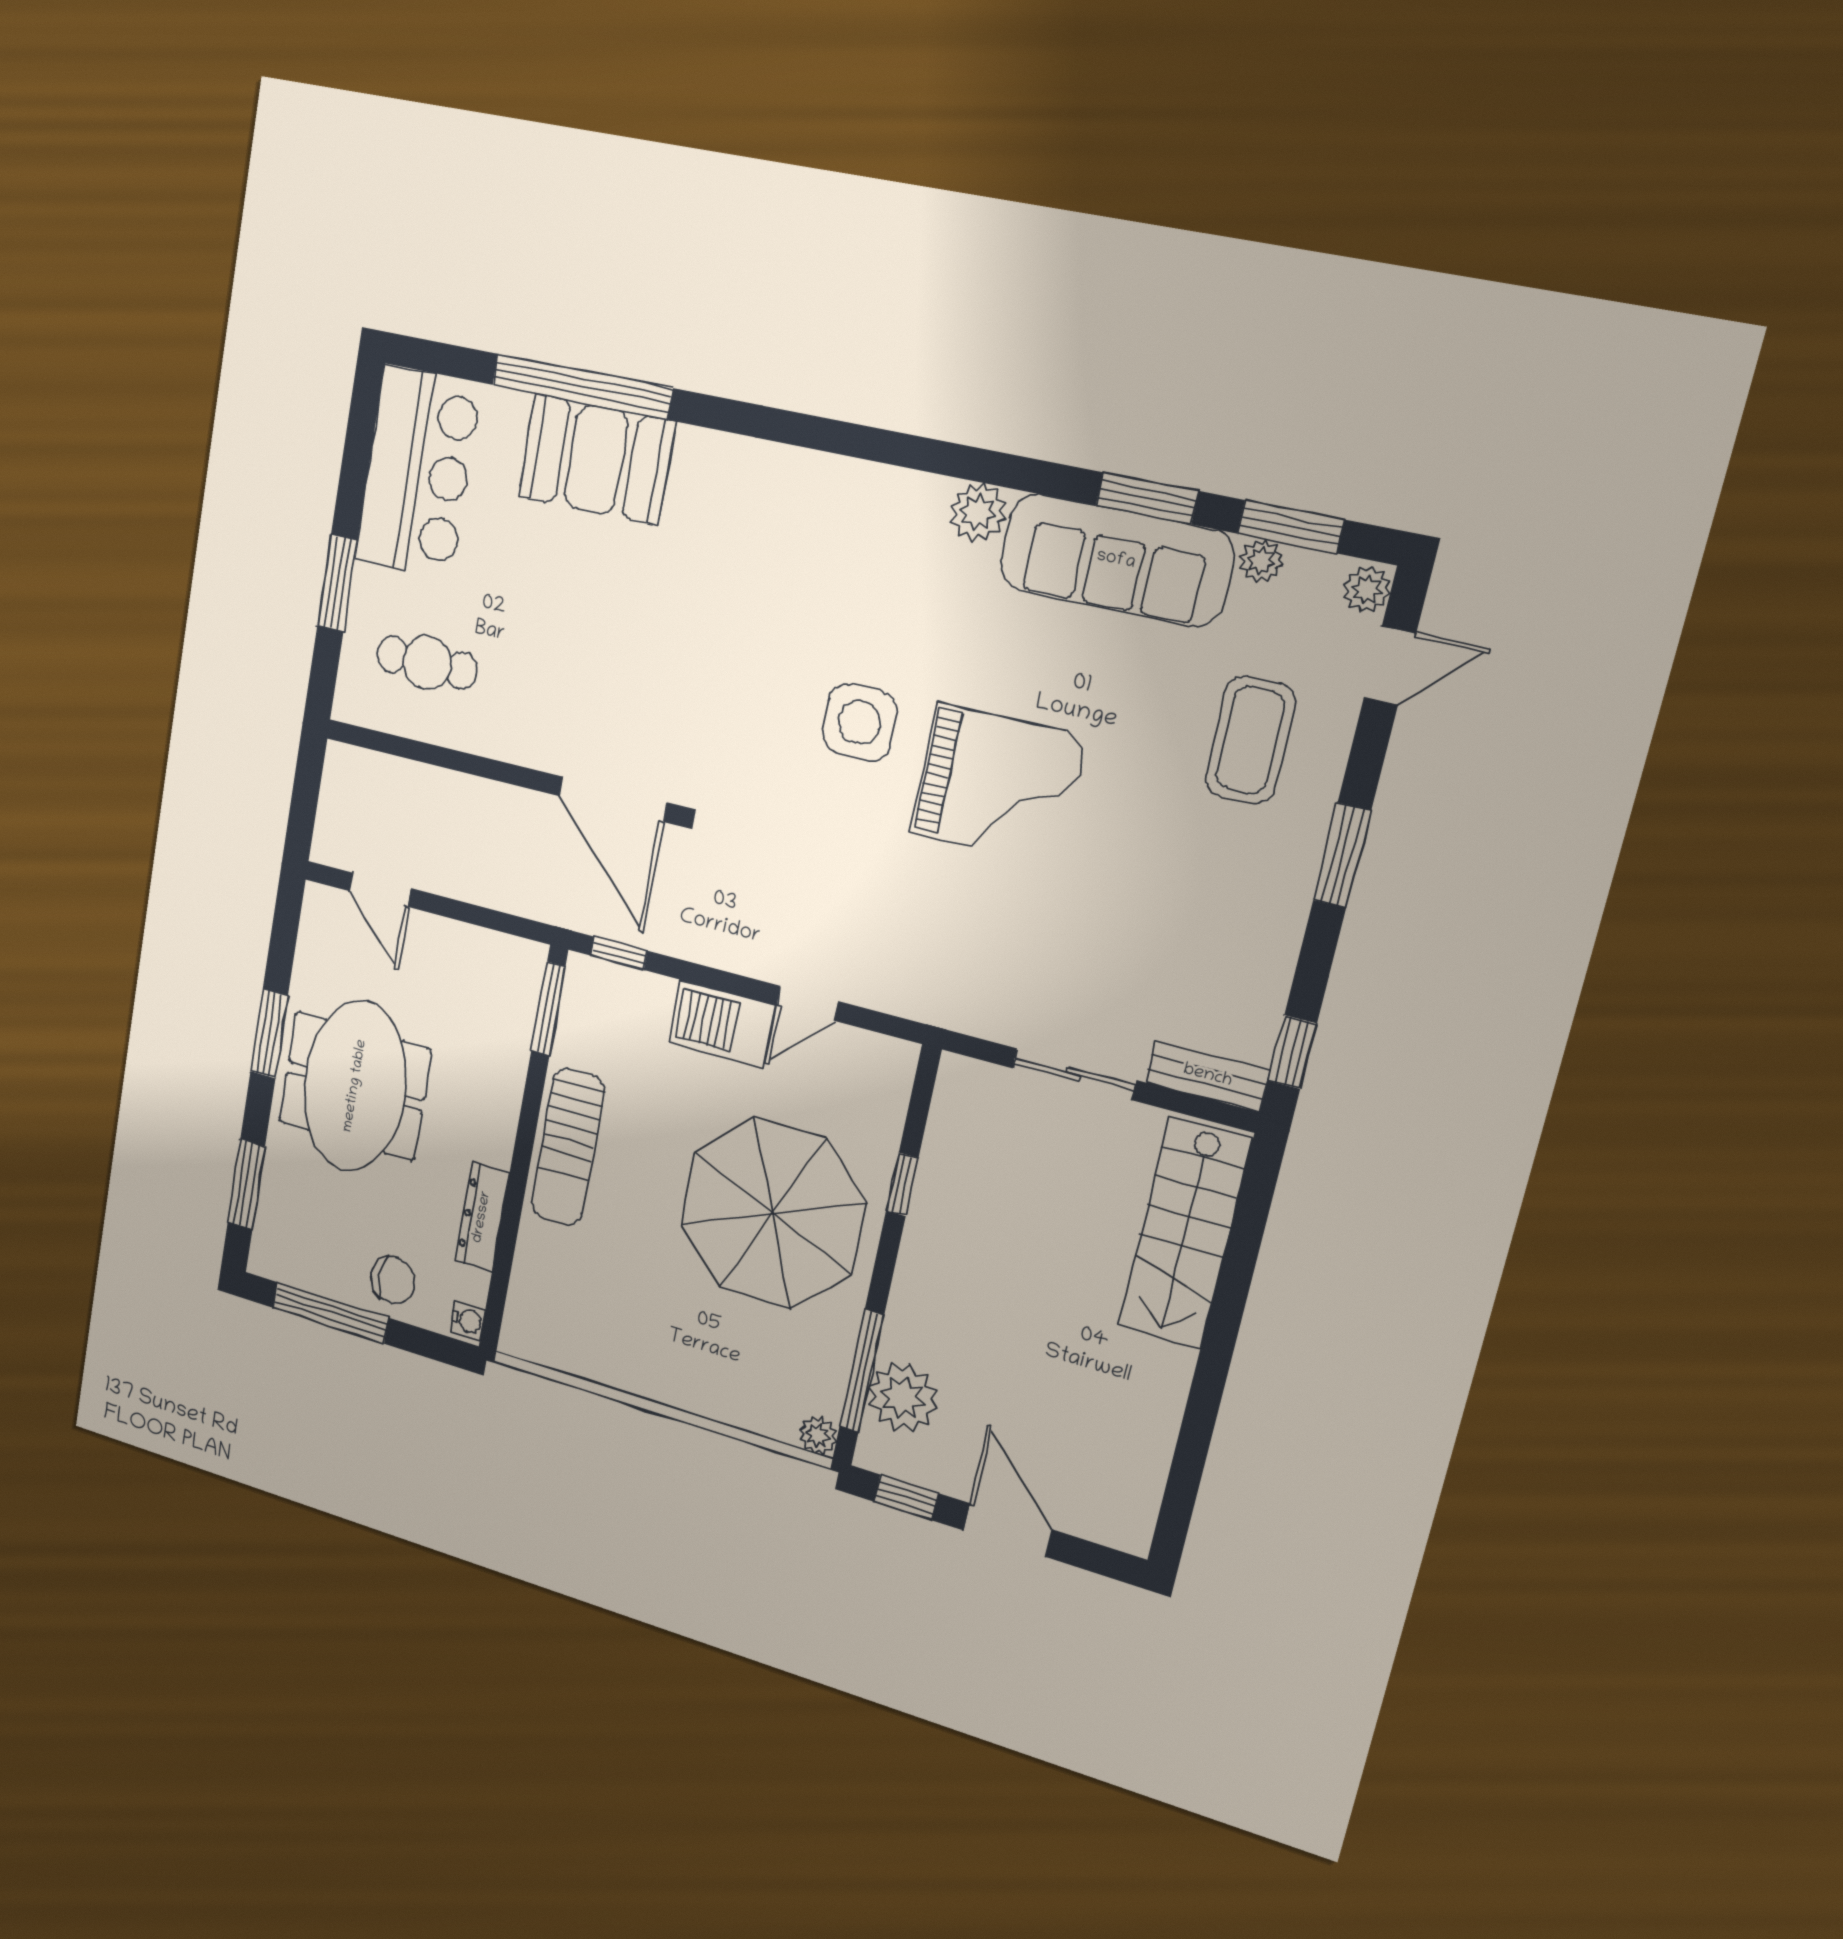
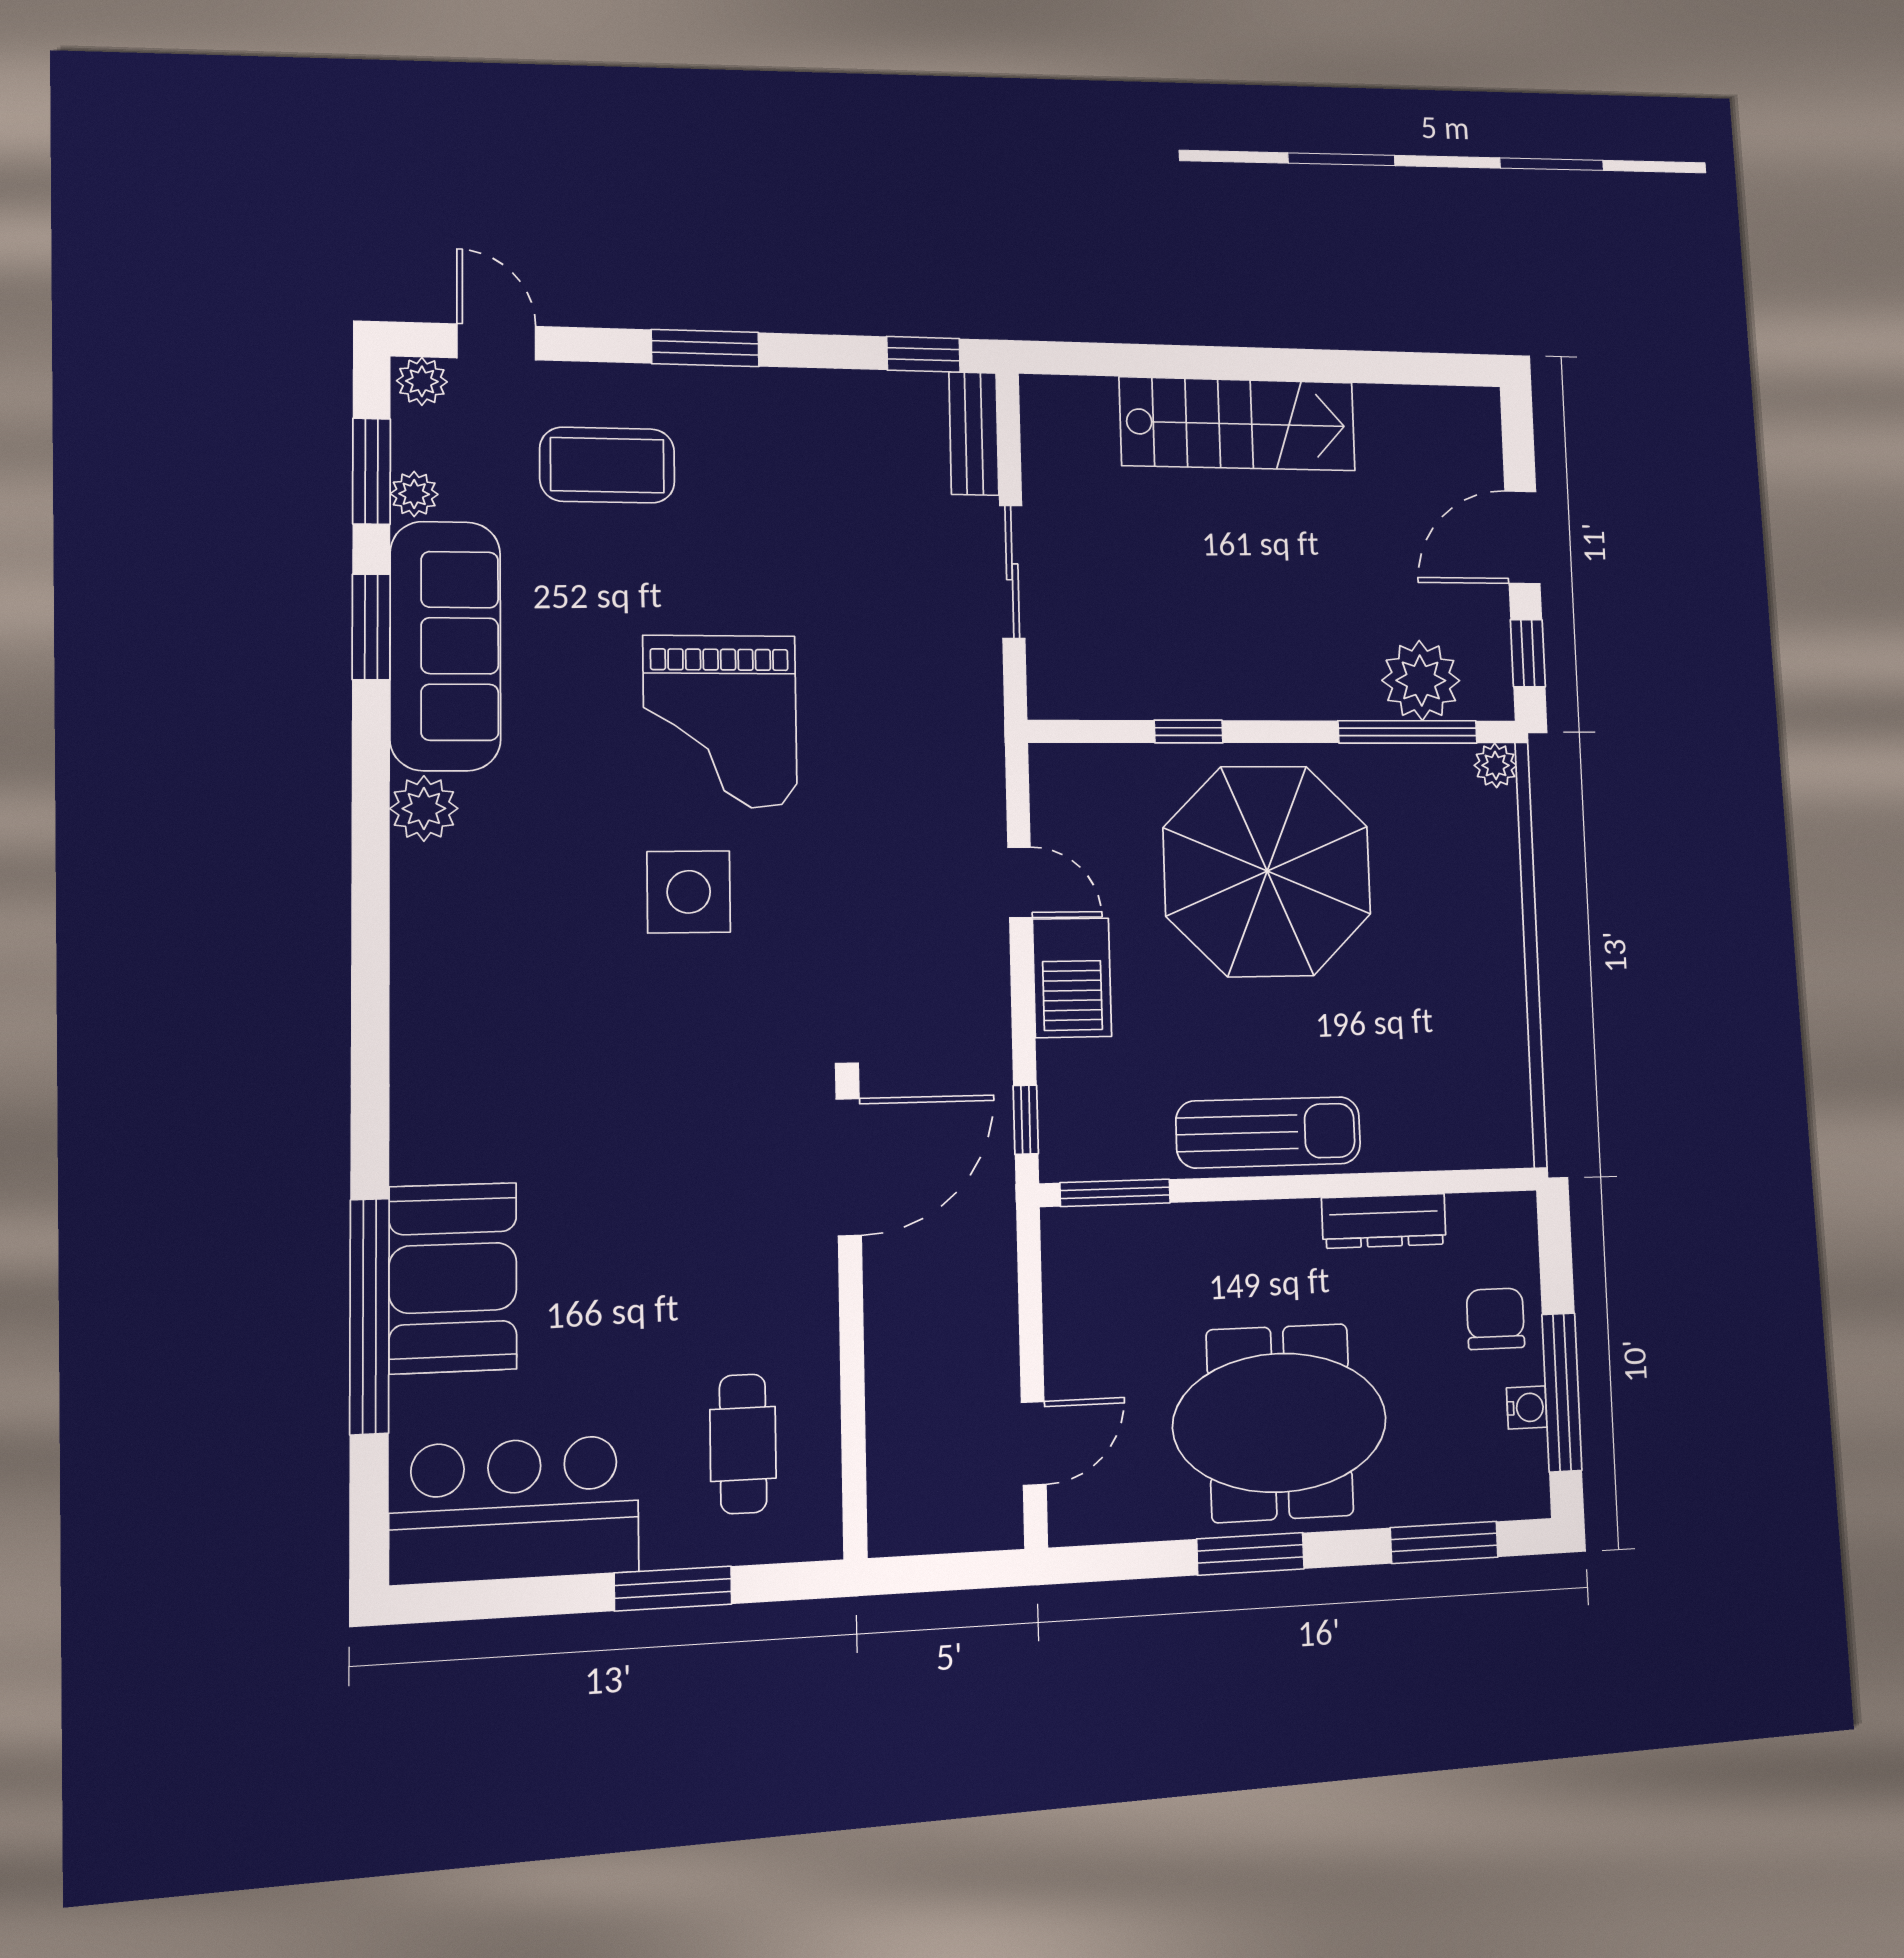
grand piano: (998, 784) -> (720, 721), turned 180
stairs: (1185, 1233) -> (1238, 424), moved
water cooler: (468, 1321) -> (1527, 1408), moved, turned 90

